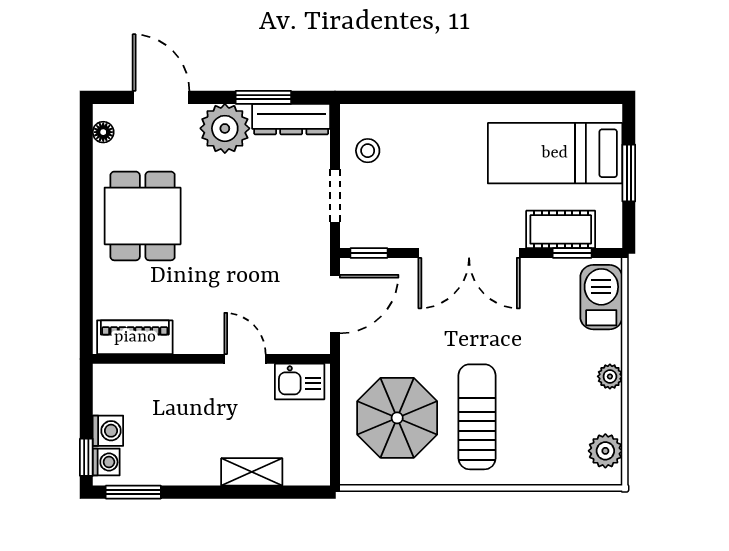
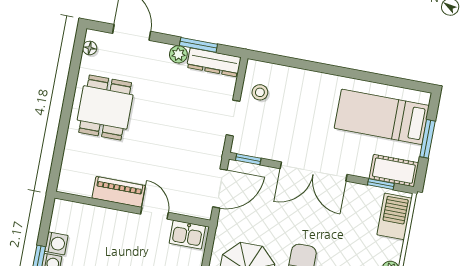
plant: (225, 128) -> (178, 54), width x0.53, depth x0.53
cot: (561, 229) -> (394, 171), moved
piano: (135, 337) -> (119, 192), moved

